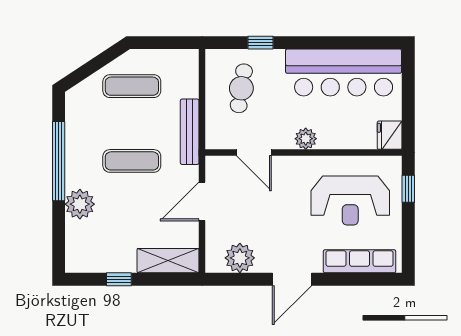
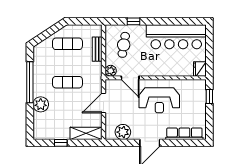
bench: (190, 132) -> (97, 49), moved, width x0.73
plant: (306, 139) -> (111, 71), moved
reception desk: (350, 201) -> (159, 100), moved

